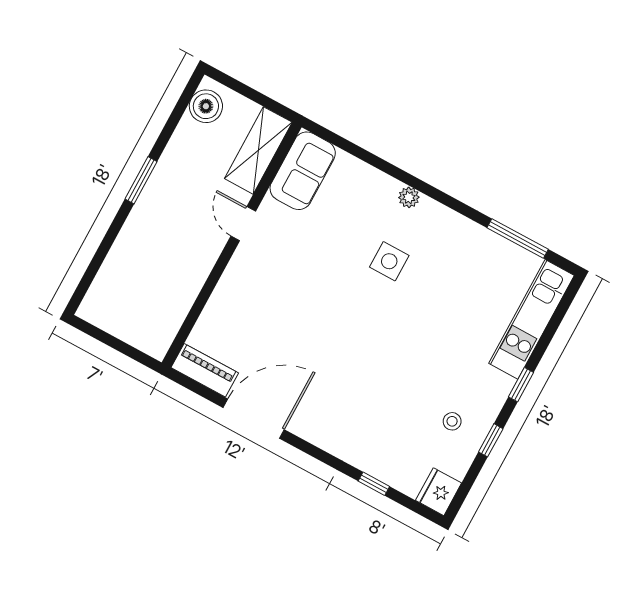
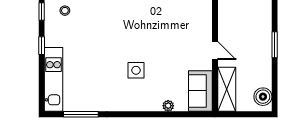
plant: (409, 197) -> (168, 106), moved

